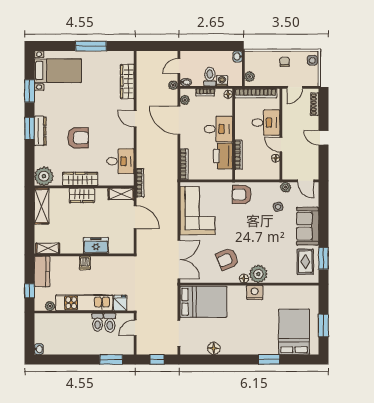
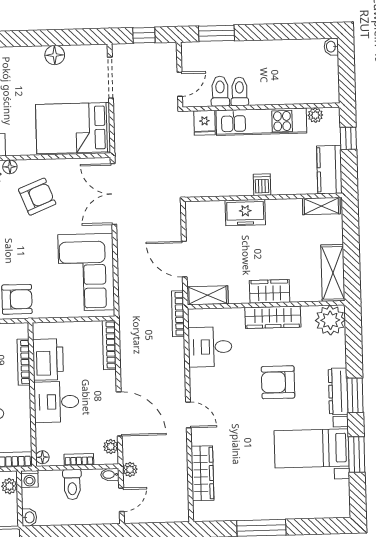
bed with nightstands: (58, 71) -> (312, 448), moved
washing machine: (222, 81) -> (29, 479), moved

